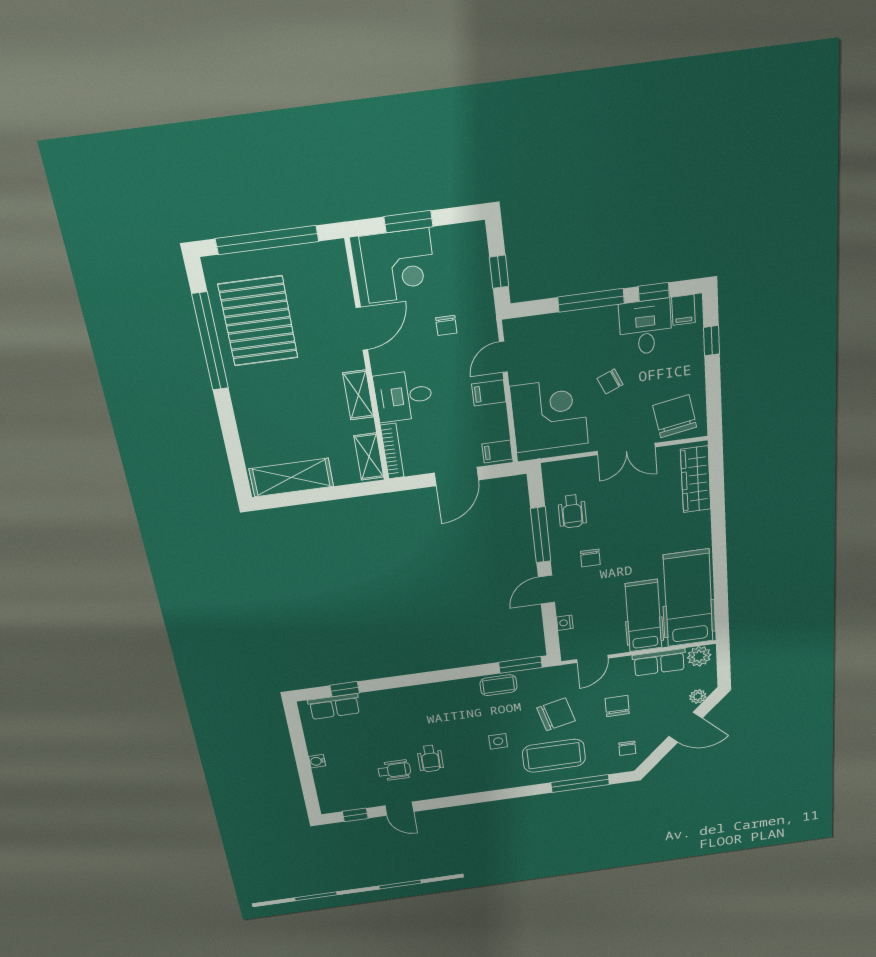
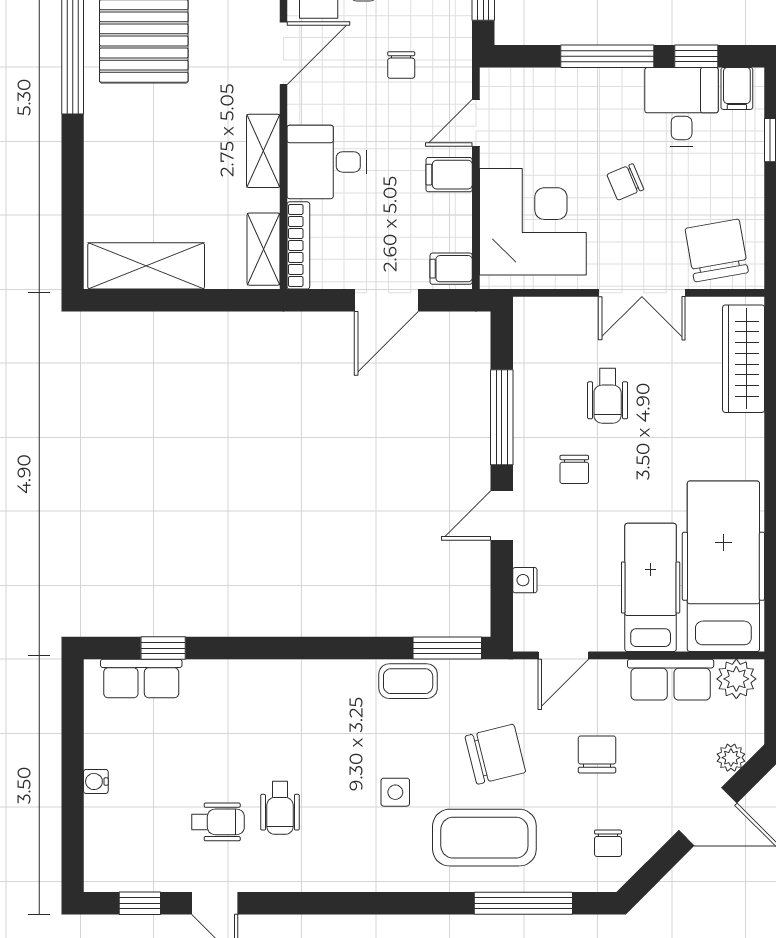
wheelchair: (572, 511) -> (608, 396), moved

